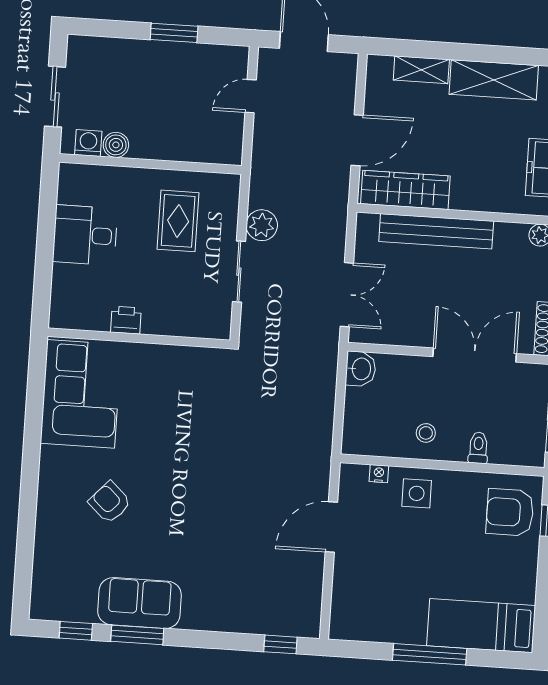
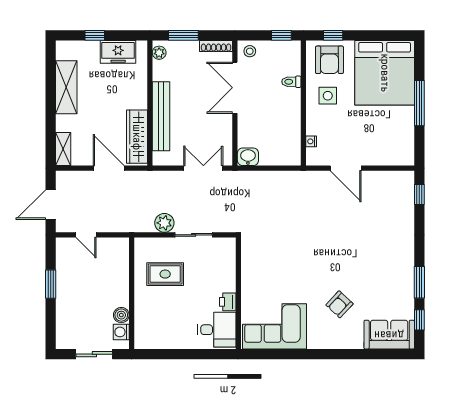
shelving: (421, 70) -> (63, 149), moved
desk: (85, 235) -> (217, 330), moved, turned -90
stool: (426, 433) -> (250, 51), moved
side table: (417, 493) -> (328, 96), moved
sofa: (139, 603) -> (389, 335), moved, turned 90
bed: (481, 626) -> (385, 73), width x2.04

